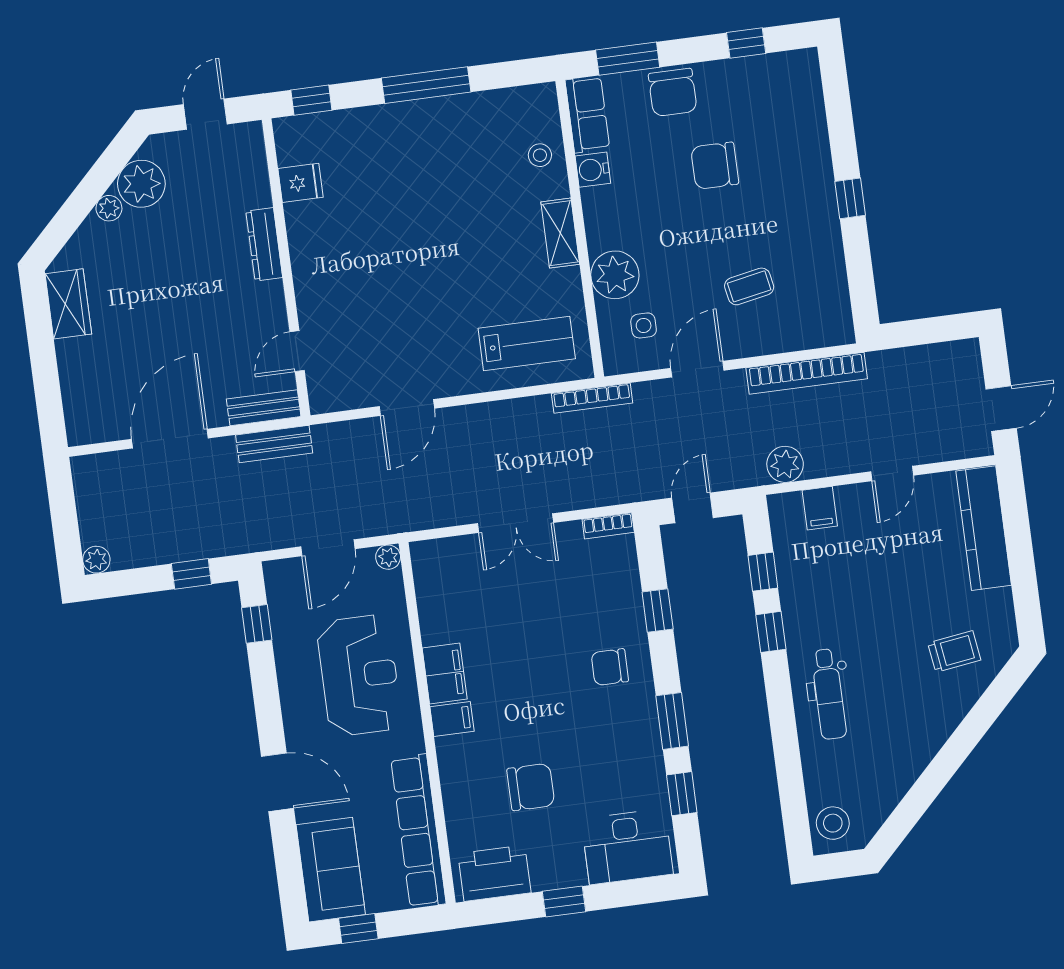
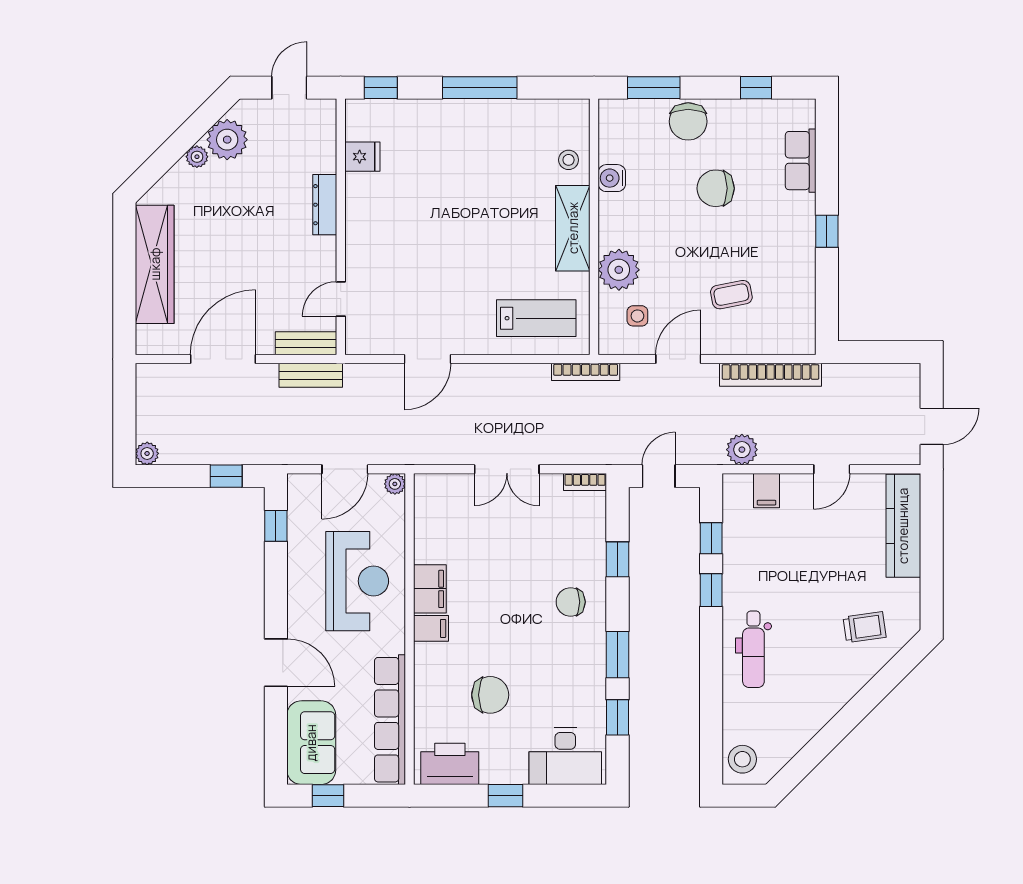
row of seats: (587, 114) -> (801, 161), moved, turned 180
shelving: (560, 233) -> (573, 228), width x1.50, depth x1.33
wardrobe: (68, 304) -> (155, 264), width x2.10, depth x1.17

